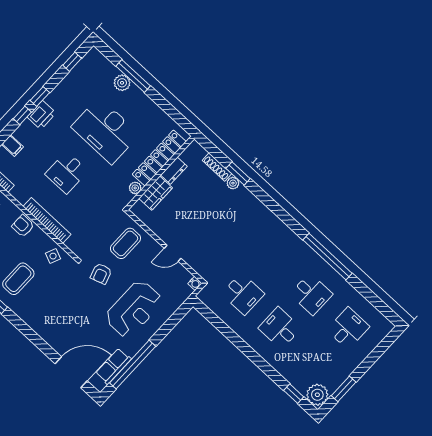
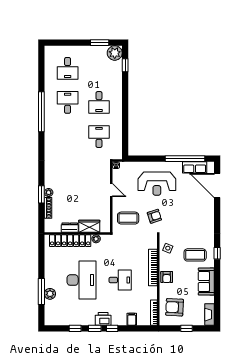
window: (72, 62) -> (75, 328), moved
reception desk: (134, 309) -> (157, 184), turned 180
desk: (348, 328) -> (68, 68), turned -90

